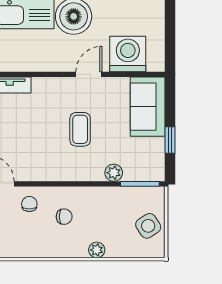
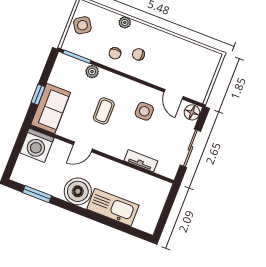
washing machine: (128, 54) -> (37, 145), moved
window: (170, 140) -> (38, 95), moved
side table: (29, 149) -> (144, 111), added
chair: (29, 204) -> (115, 53), moved

